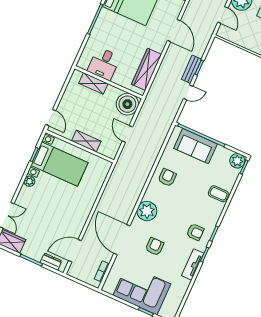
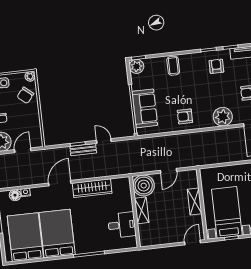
wardrobe: (147, 69) -> (92, 188), moved
shelving: (93, 83) -> (142, 210), moved

